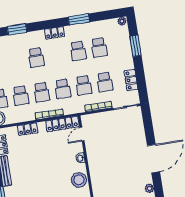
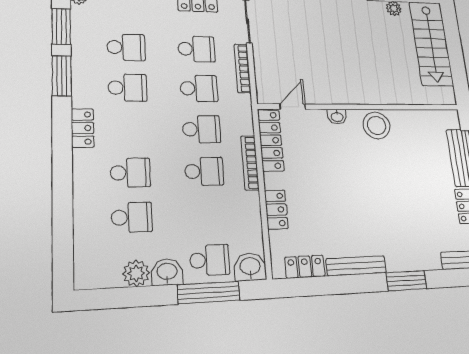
window: (17, 29) -> (61, 26), moved
school desk: (21, 96) -> (132, 217), moved
door: (82, 134) -> (293, 107), swing flipped

